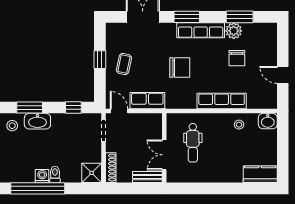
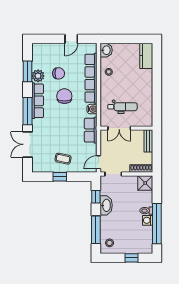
window: (187, 17) -> (28, 111), width x1.44
chair: (180, 67) -> (64, 96), moved
row of seats: (147, 101) -> (91, 130), moved
row of seats: (222, 101) -> (91, 78), width x1.36
water cooler: (190, 103) -> (92, 109), added
window: (30, 108) -> (96, 230), width x1.44
washbasin: (37, 121) -> (106, 205), moved
double door: (164, 155) -> (119, 128), moved

